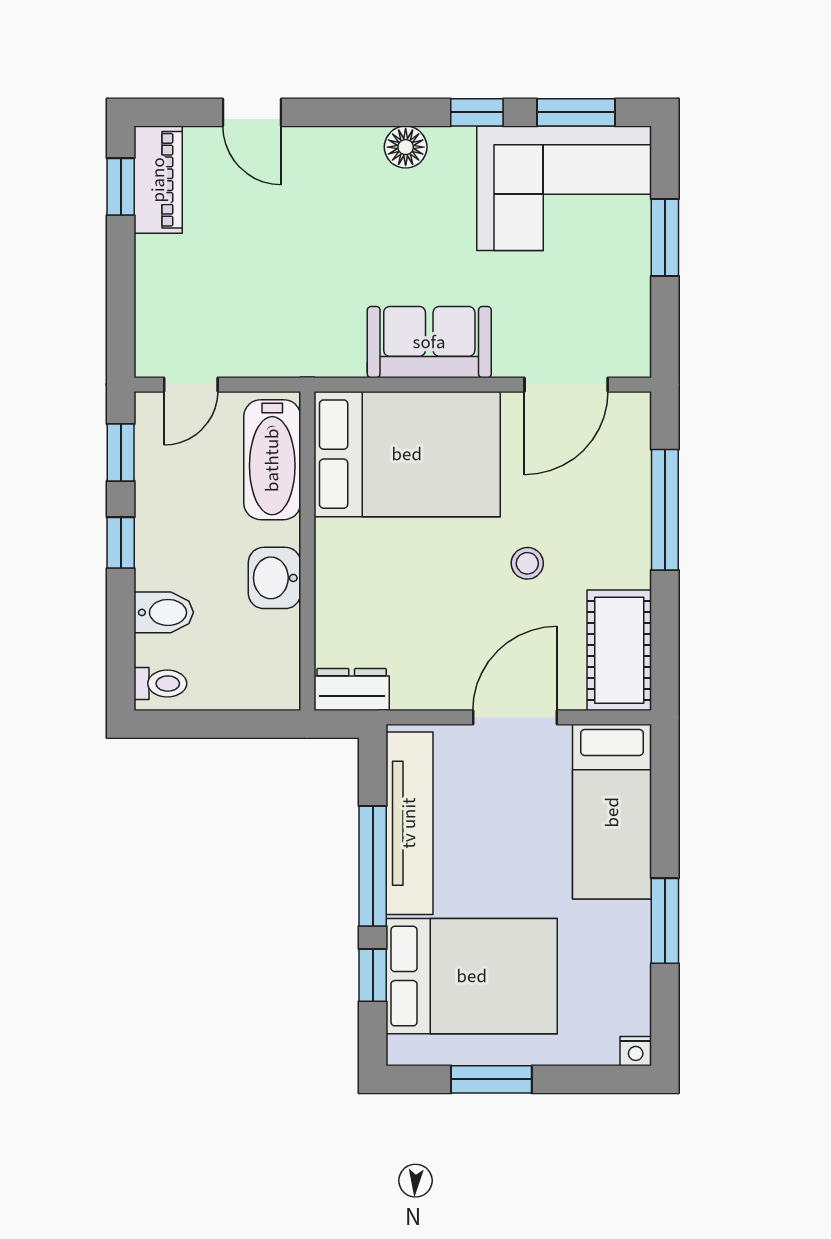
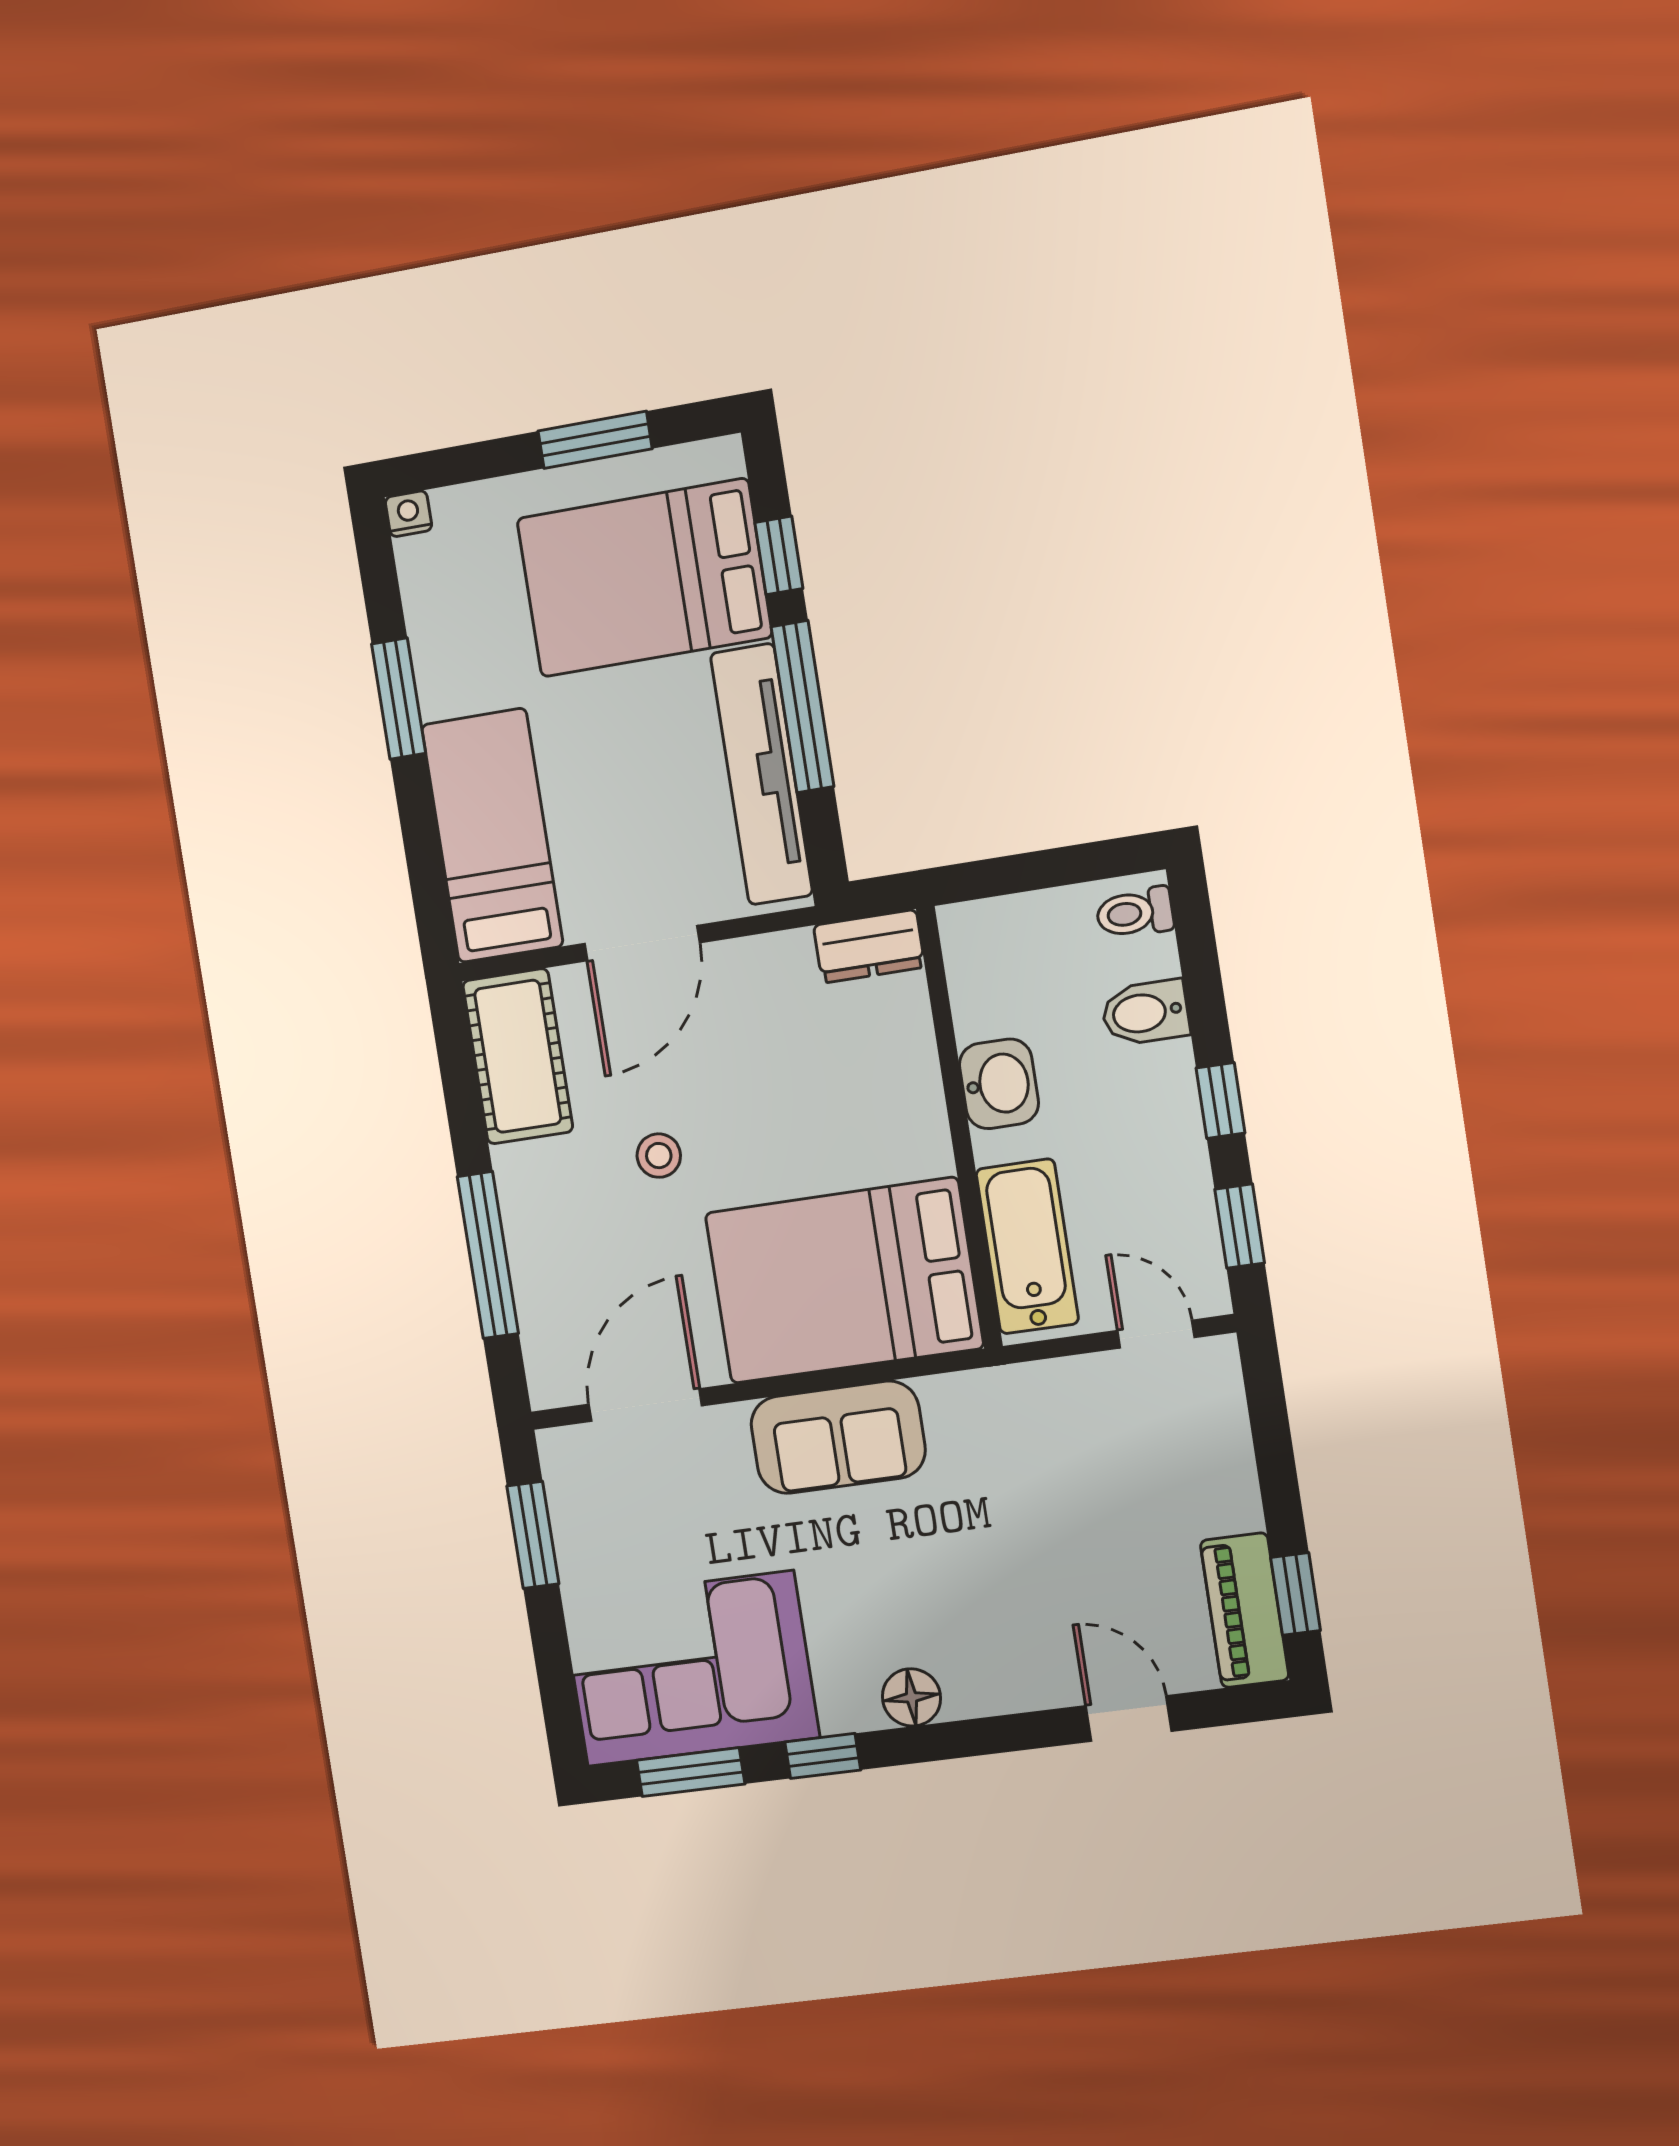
window: (665, 237) -> (533, 1535), moved
door: (191, 385) -> (1156, 1334), hinge flipped

